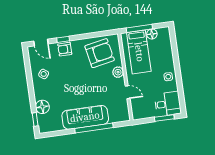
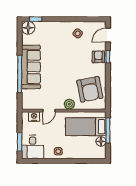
floor lamp: (42, 107) -> (28, 28), moved
nightstand: (136, 107) -> (34, 117), added

